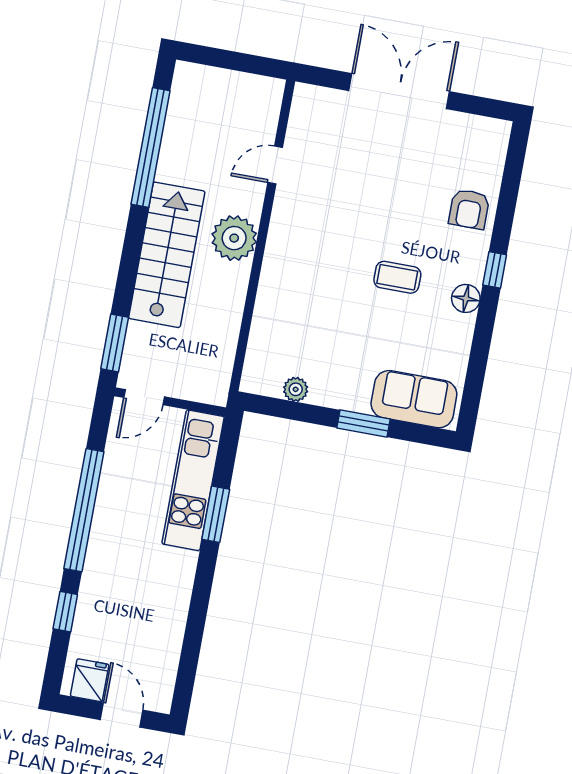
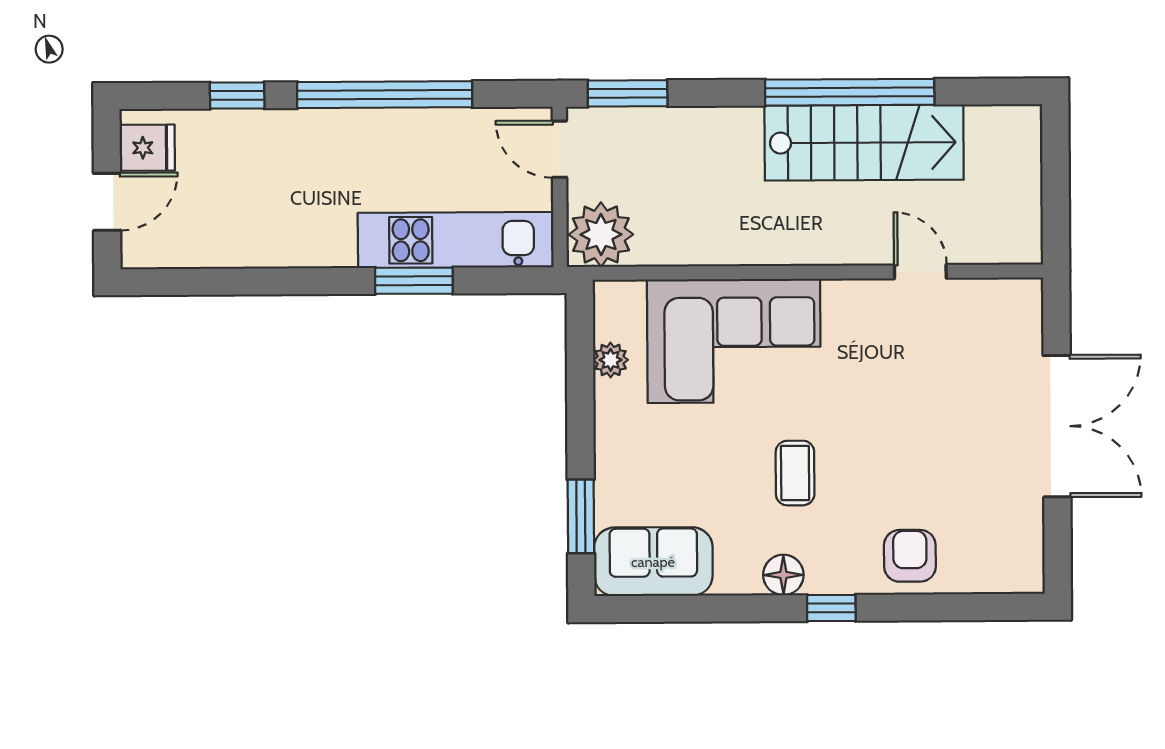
window: (151, 147) -> (850, 92), moved
armchair: (469, 209) -> (910, 556), turned 90
plant: (234, 238) -> (601, 234), moved
stairs: (167, 255) -> (864, 143), moved
corner sofa: (299, 302) -> (734, 341), added
sofa: (414, 399) -> (653, 562), moved, turned -90
window: (363, 424) -> (581, 516), moved

